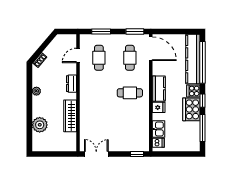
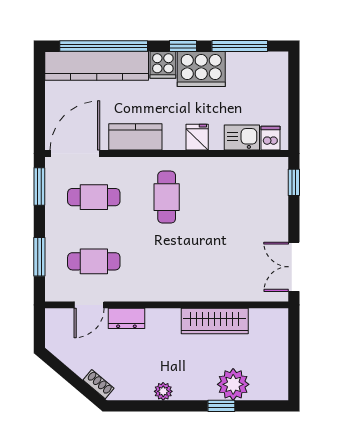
door: (78, 55) -> (89, 305), hinge flipped
dresser: (71, 84) -> (126, 318), moved
kitchen counter: (159, 89) -> (135, 137), moved
window: (29, 119) -> (221, 406), added

